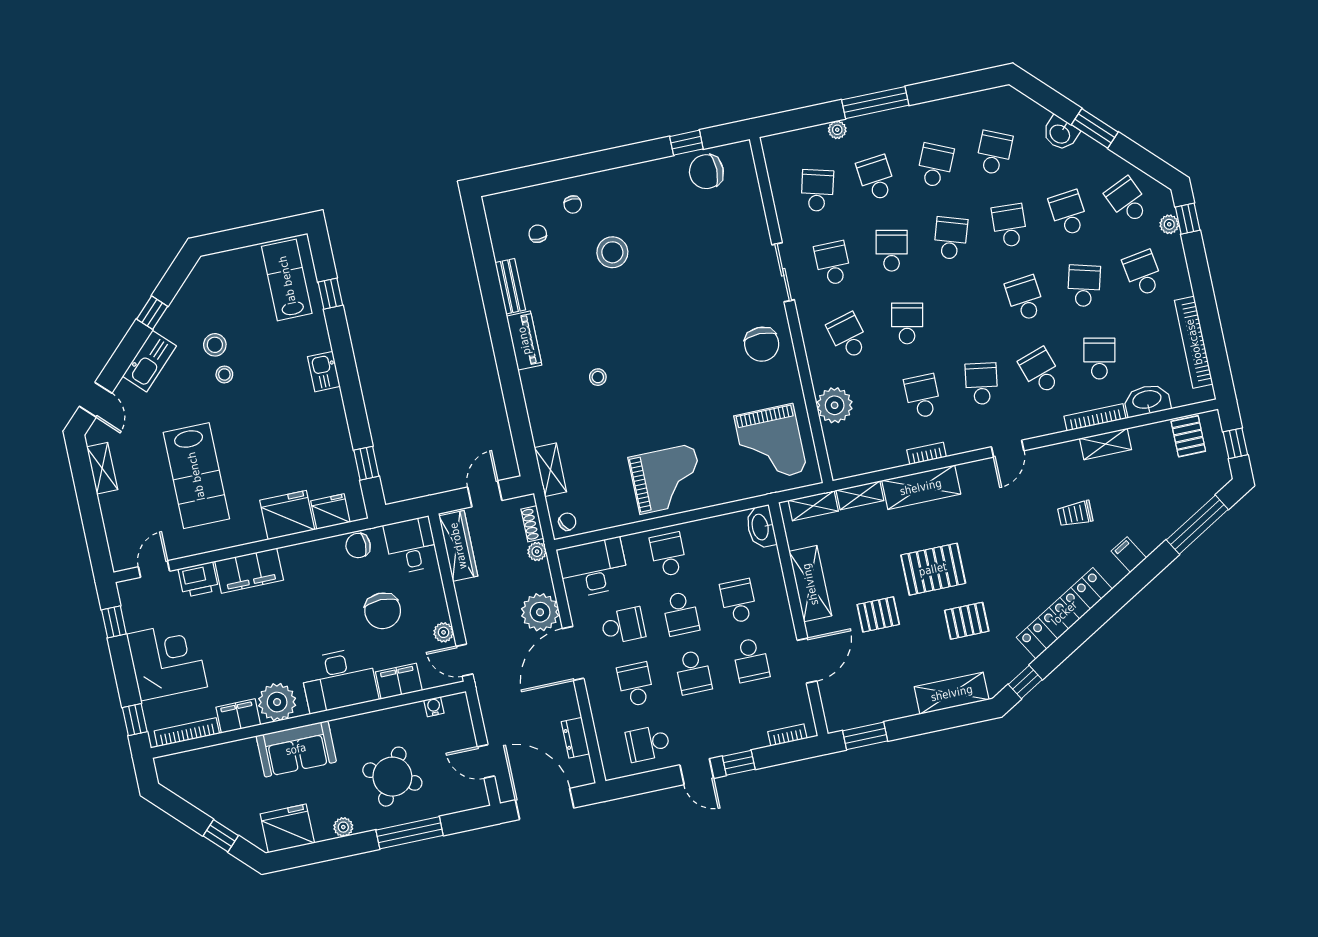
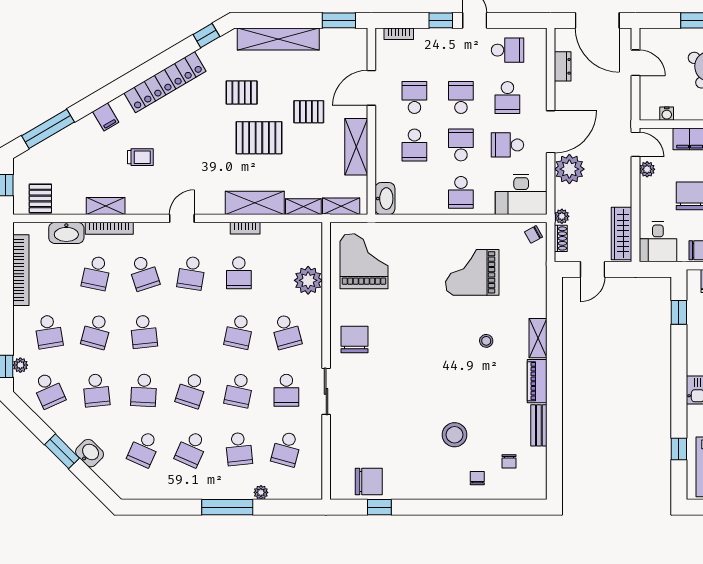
shelving: (550, 470) -> (538, 338), moved
grand piano: (667, 479) -> (472, 272), moved
shelving: (952, 693) -> (278, 39), width x1.47

